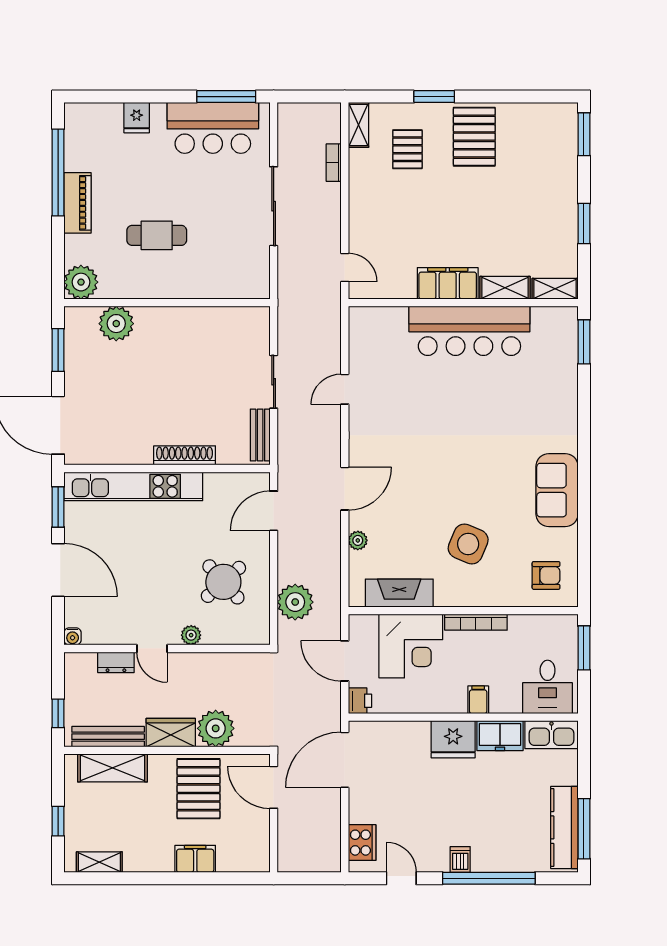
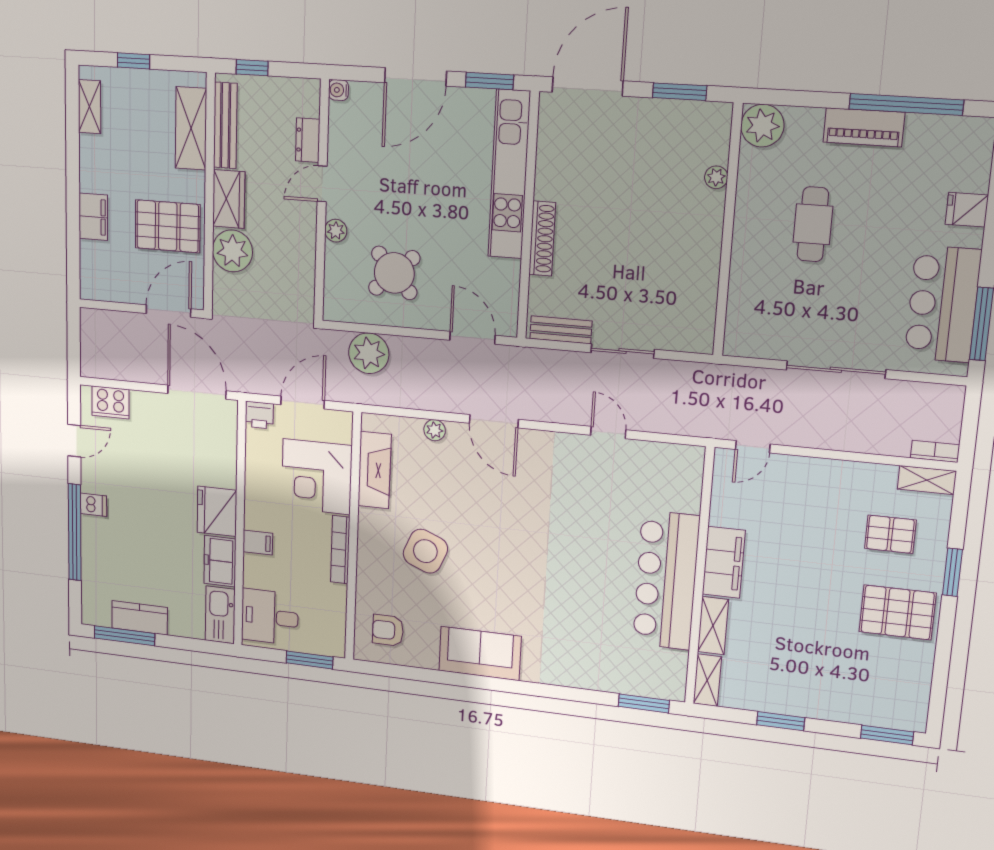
bookcase: (334, 163) -> (935, 451), moved
plant: (116, 324) -> (716, 177), width x0.53, depth x0.53
armchair: (546, 575) -> (388, 630), turned 90
kitchen counter: (564, 827) -> (140, 618), width x0.67

